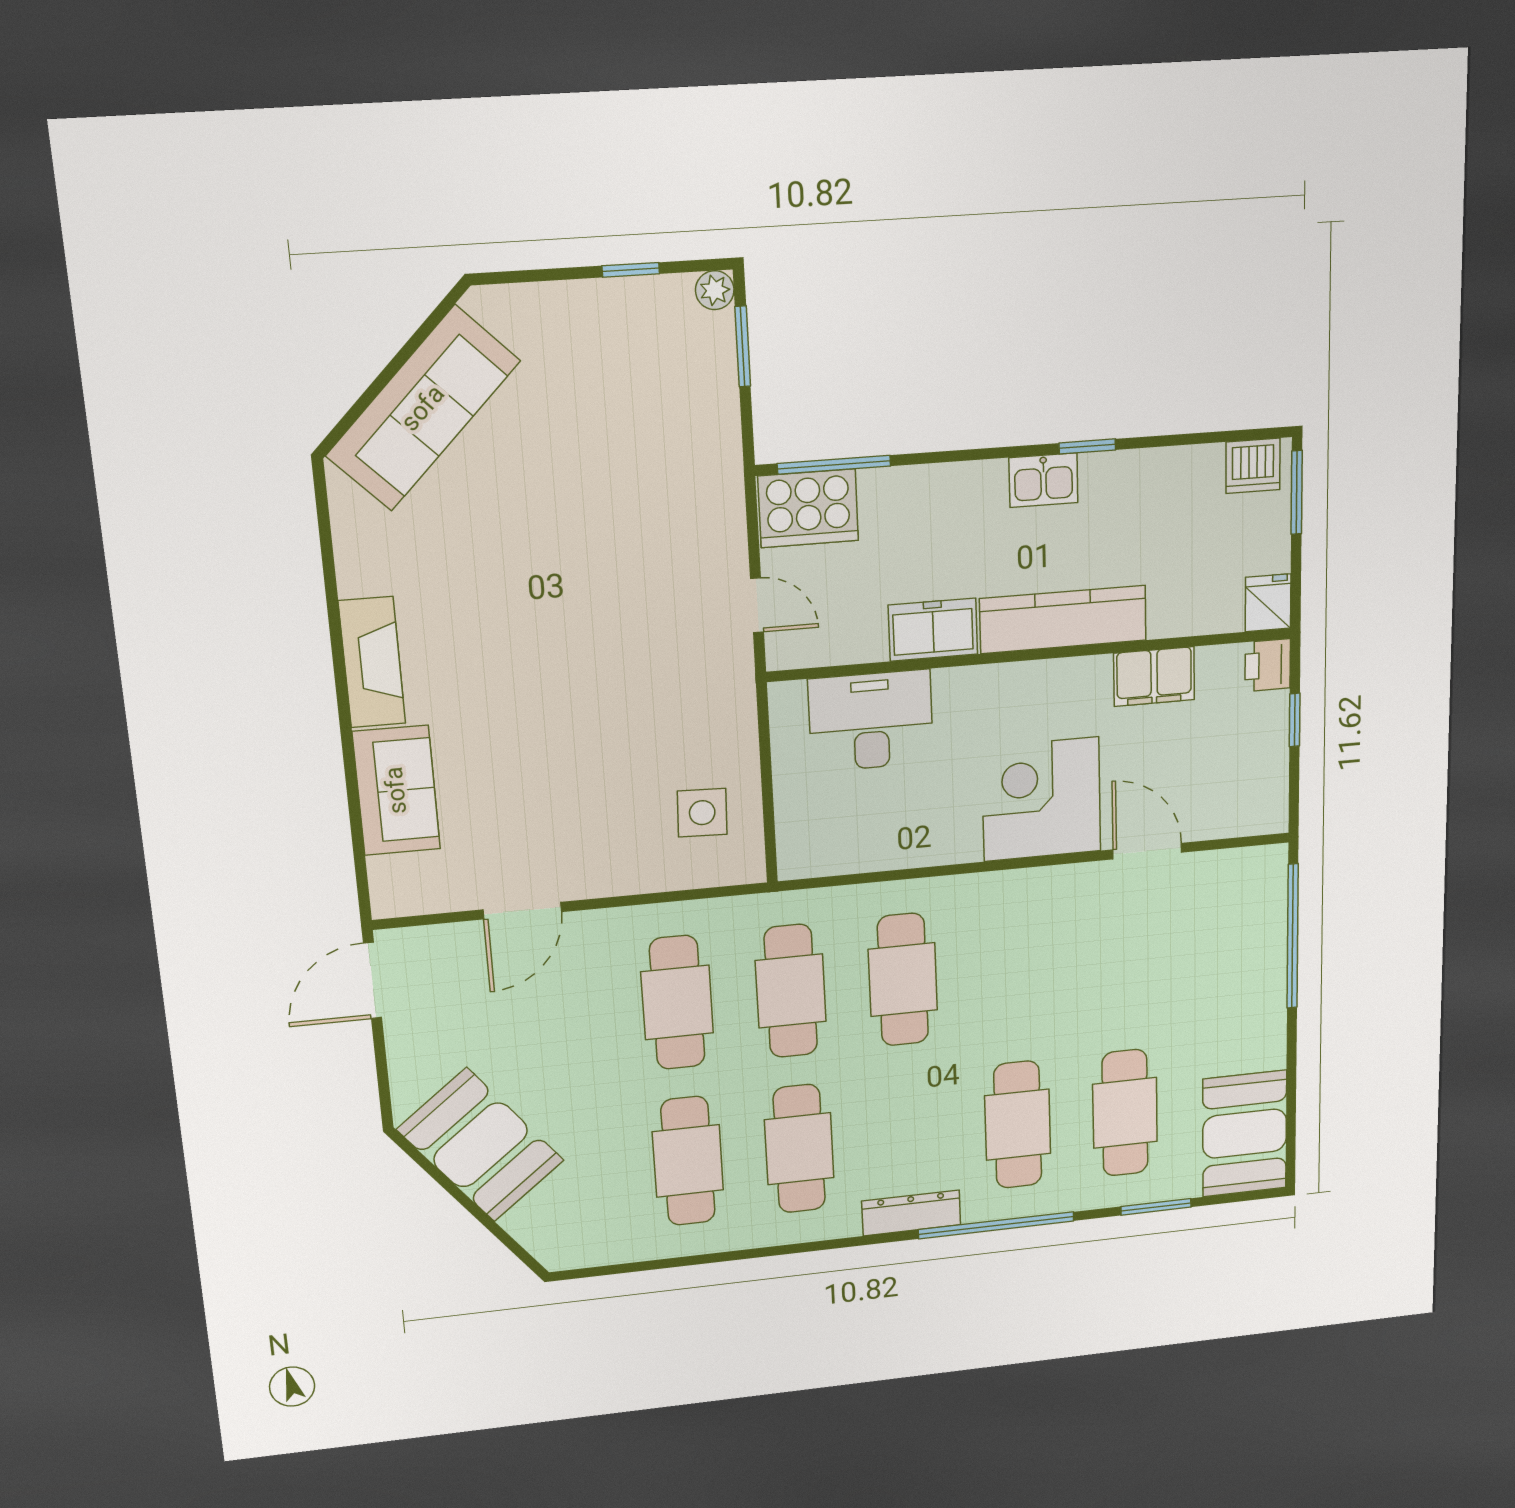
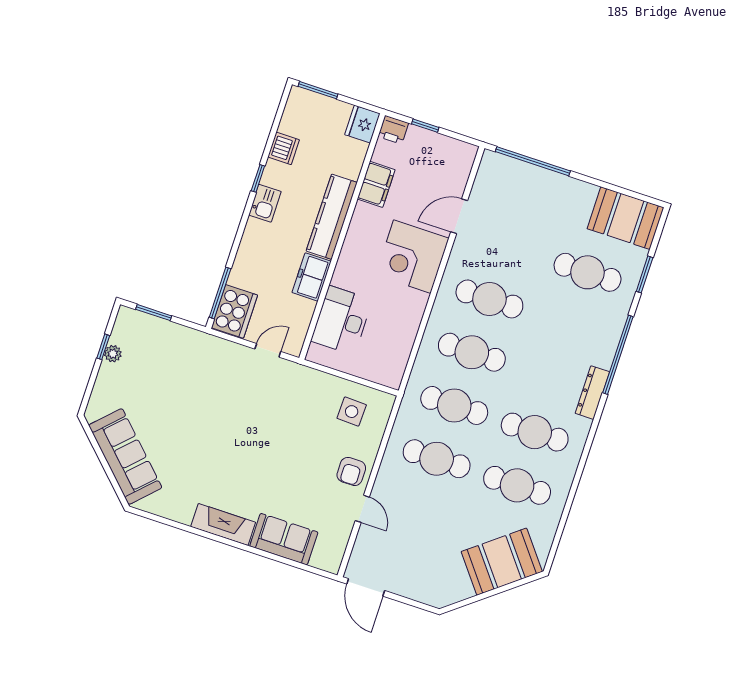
plant: (715, 290) -> (113, 354), moved
dishwasher: (1253, 466) -> (284, 148), moved
fridge: (1268, 603) -> (362, 124), width x1.38
armchair: (586, 860) -> (351, 471), added
door: (522, 911) -> (362, 509), width x0.73
cafe table: (1018, 1125) -> (489, 299), moved
booth: (481, 1145) -> (502, 562), moved

